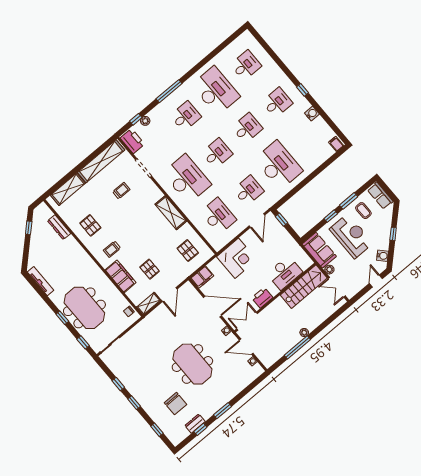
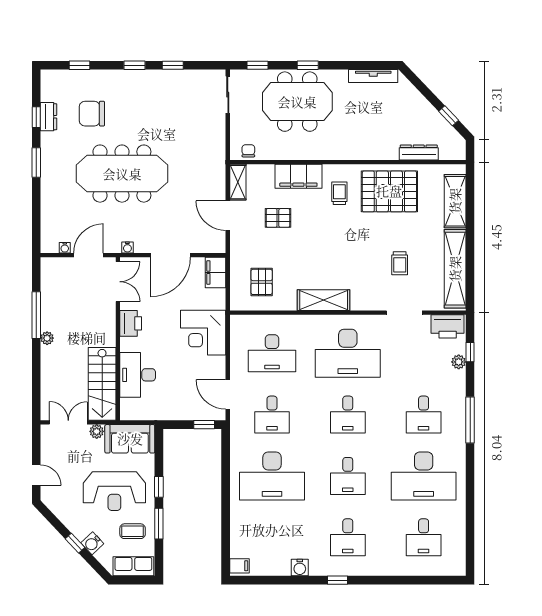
pallet: (90, 225) -> (389, 191), width x2.05, depth x2.00
pallet: (188, 251) -> (262, 282), turned 90
water cooler: (383, 256) -> (92, 543), moved
meeting table: (192, 364) -> (122, 174), width x1.36

